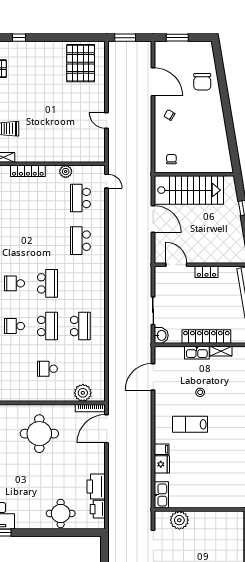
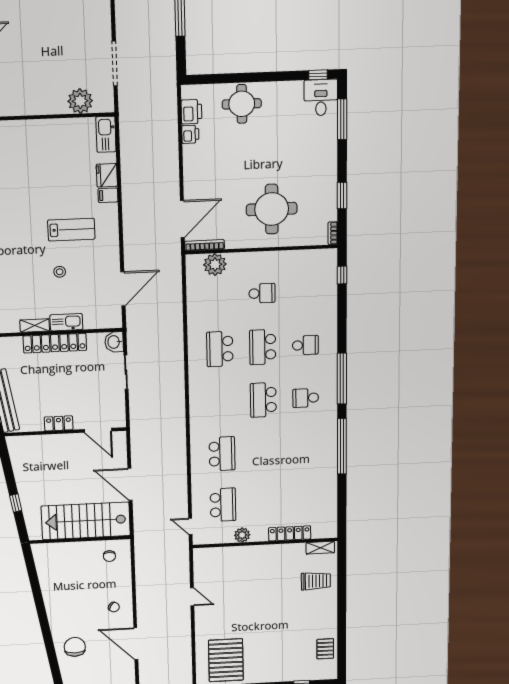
school desk: (14, 283) -> (306, 398), turned 180
printer: (96, 487) -> (190, 134), width x0.53, depth x0.68

